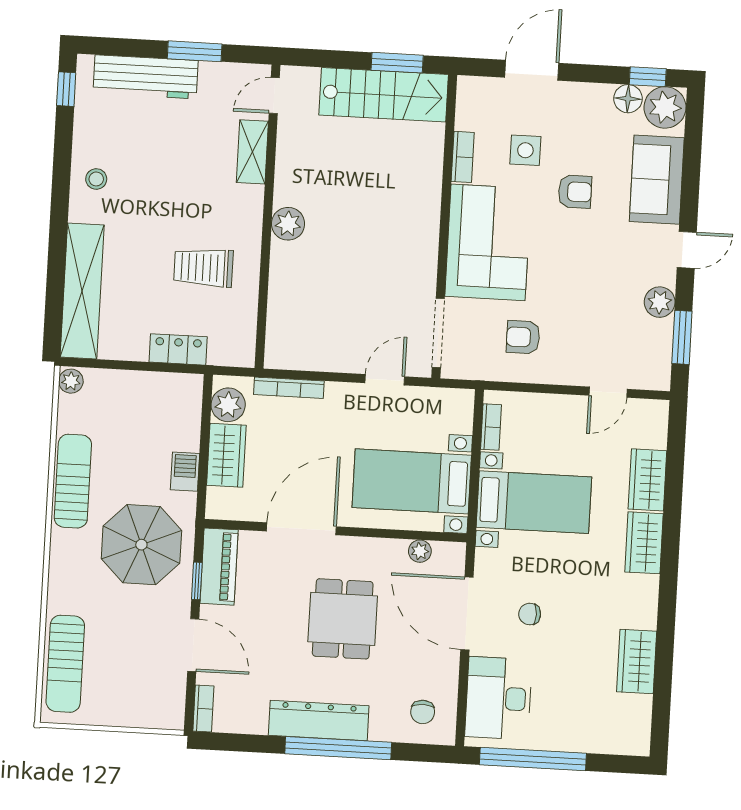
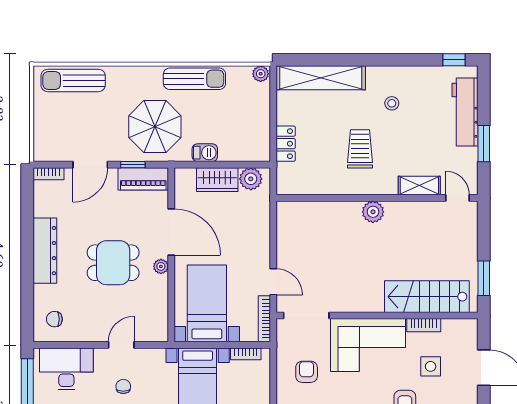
stairs: (384, 95) -> (427, 297), moved, turned 90
stool: (96, 179) -> (392, 103), moved
trolley: (203, 268) -> (360, 149), moved
bookcase: (289, 388) -> (264, 319), moved
plant: (420, 551) -> (161, 266), moved
door: (467, 613) -> (121, 345), width x0.53
window: (338, 748) -> (27, 265), removed

